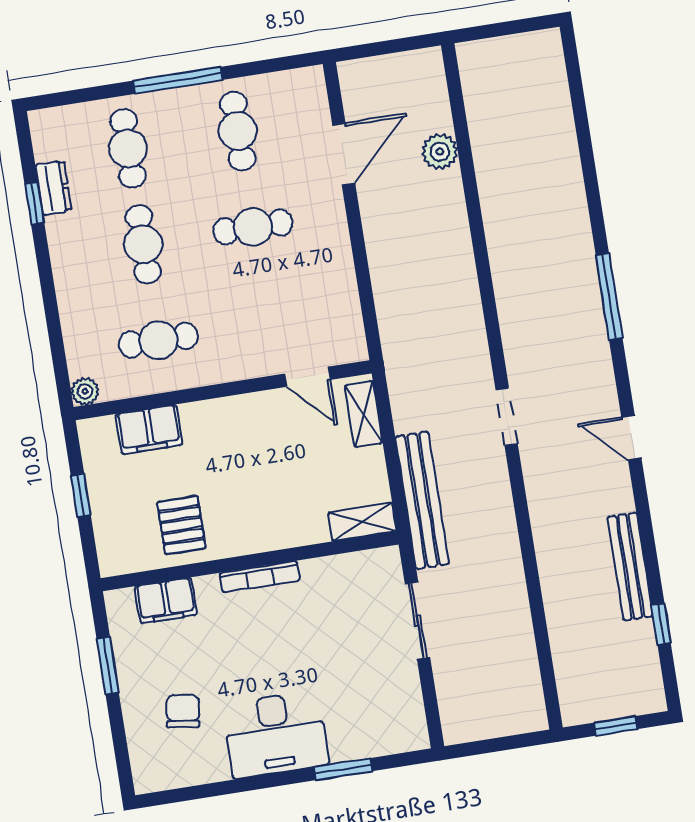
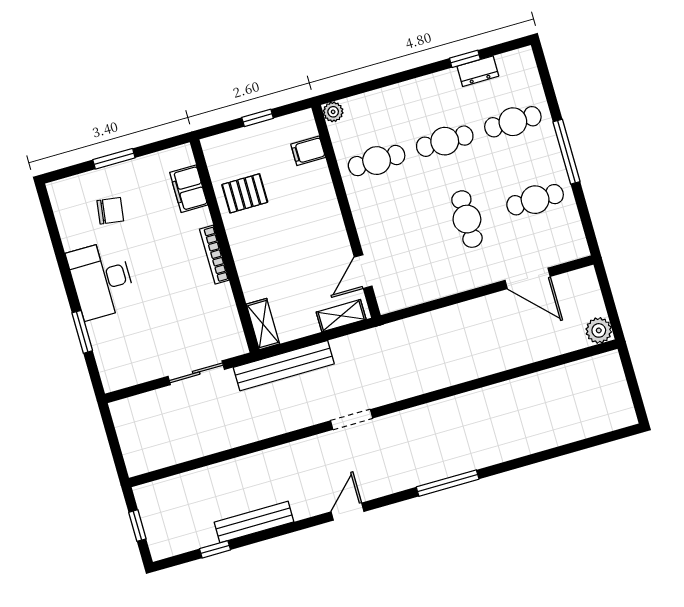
plant: (440, 152) -> (599, 330), moved
cafe table: (158, 340) -> (377, 161), turned 90
filing cabinet: (149, 429) -> (308, 151), width x0.50
window: (108, 666) -> (114, 159), moved

